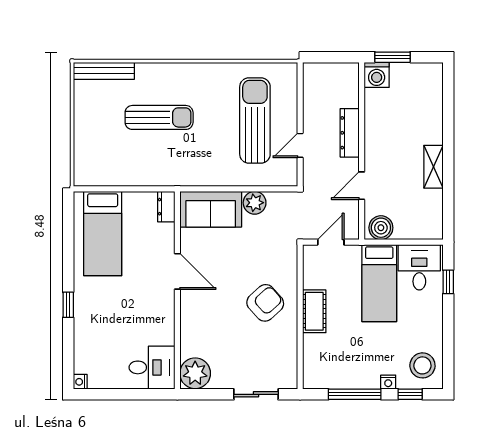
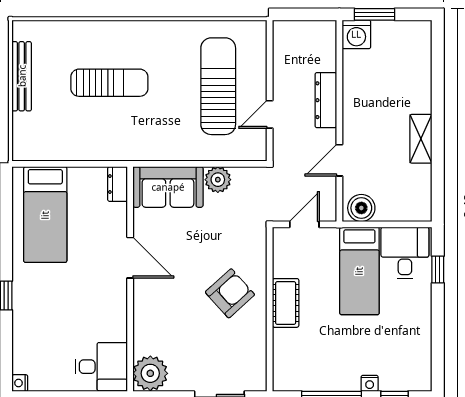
bench: (104, 71) -> (22, 76), moved, turned 90
stool: (422, 365) -> (409, 364), removed

